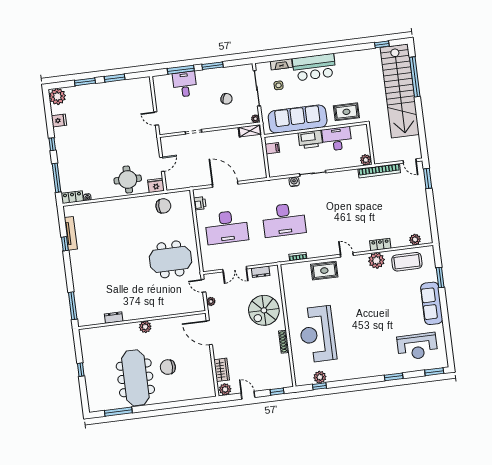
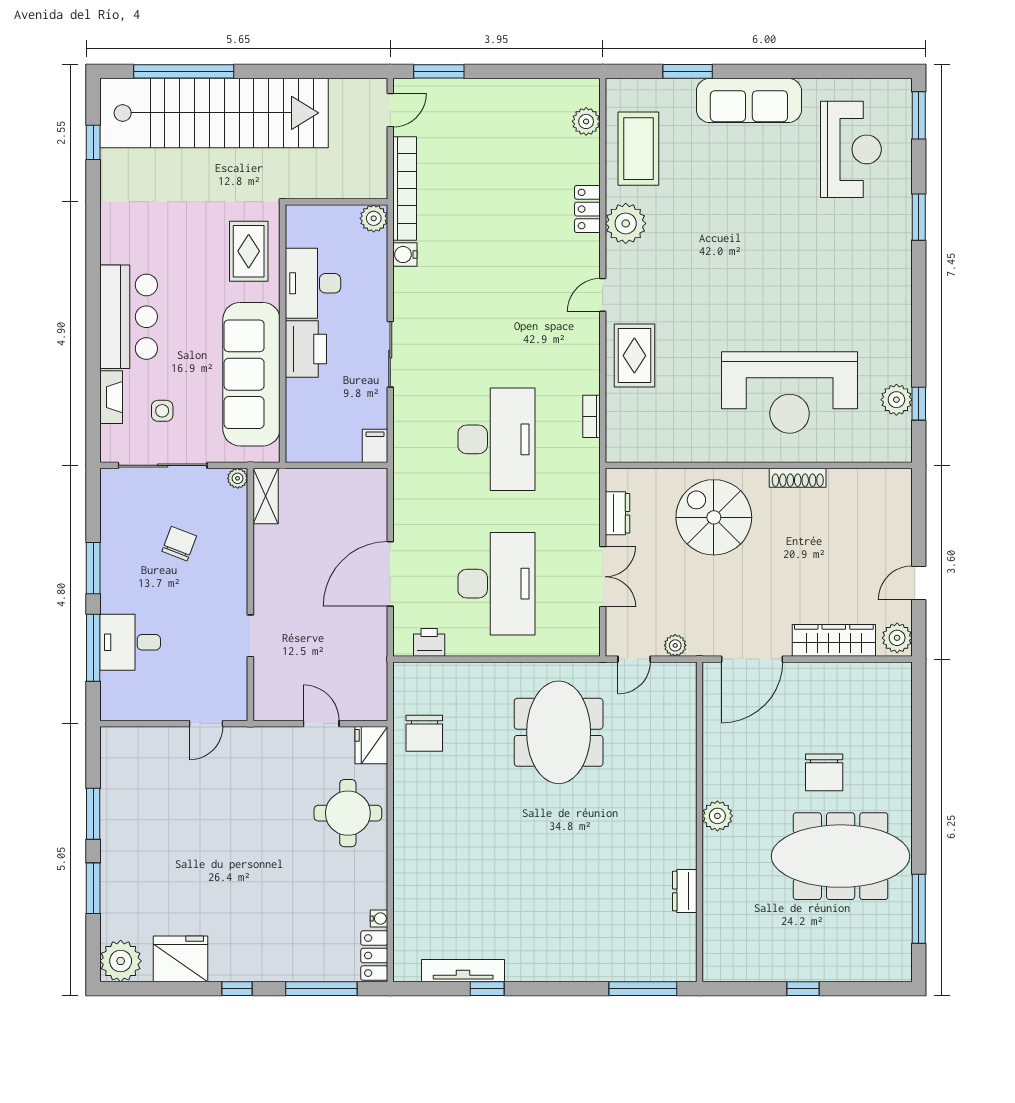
fridge: (59, 120) -> (180, 959), width x1.88, depth x1.34
filing cabinet: (272, 148) -> (375, 446), moved
water cooler: (294, 182) -> (405, 255), moved
chair: (163, 206) -> (424, 733), turned 180
spiral stairs: (264, 310) -> (714, 517), turned 180
wardrobe: (222, 370) -> (834, 640), width x1.50
window: (277, 392) -> (919, 510), removed

